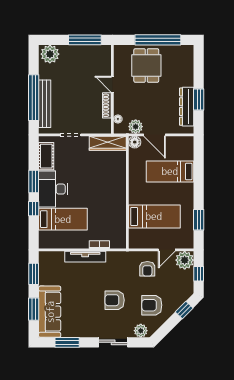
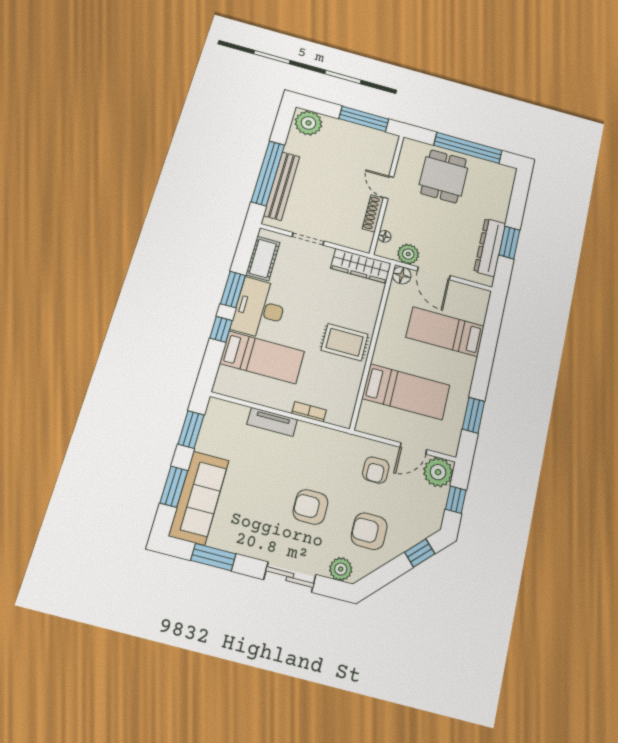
rug: (110, 196) -> (345, 342), added
tv unit: (85, 257) -> (272, 422), width x0.71

